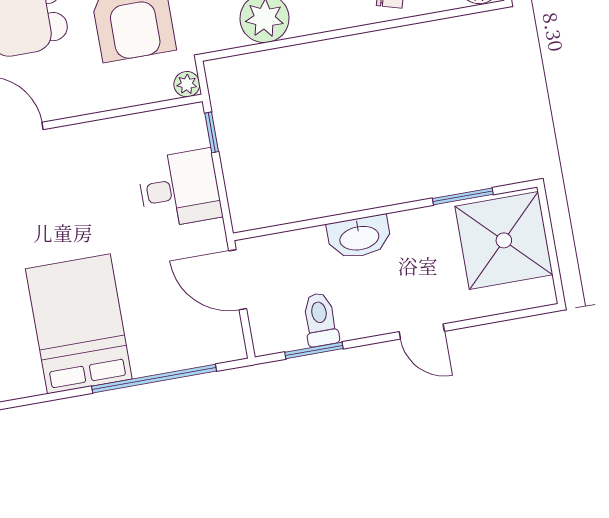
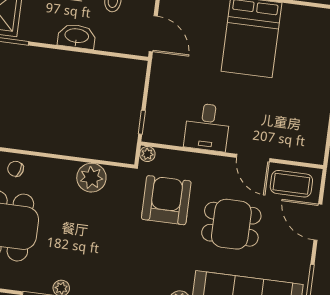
desk: (179, 189) -> (207, 127), moved, turned -90

